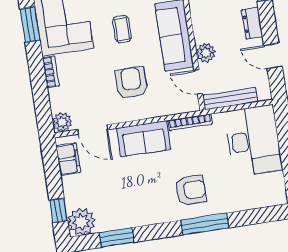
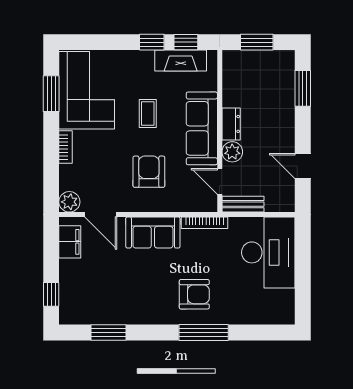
dresser: (252, 23) -> (231, 124), moved, turned 180
bench: (230, 99) -> (243, 204), width x0.73
plant: (81, 222) -> (74, 310), removed

